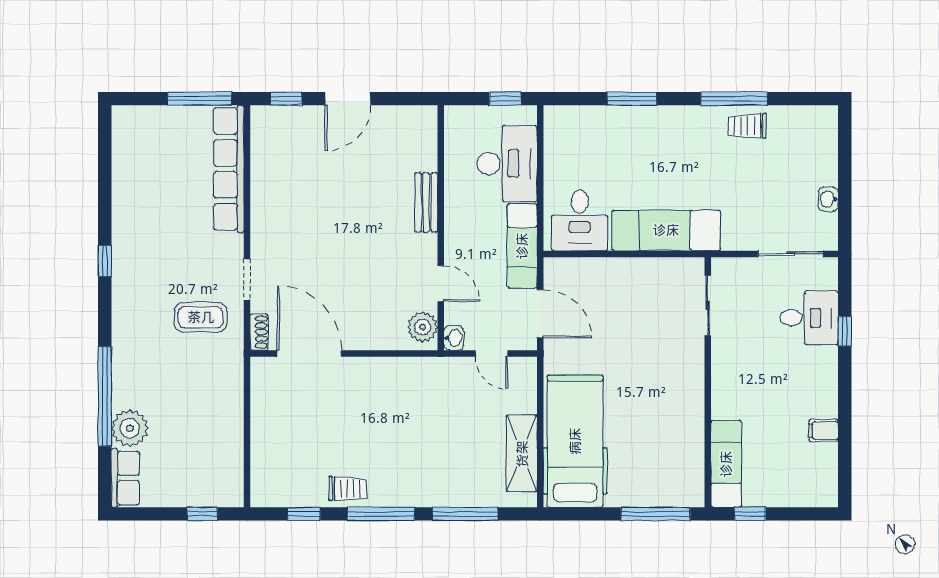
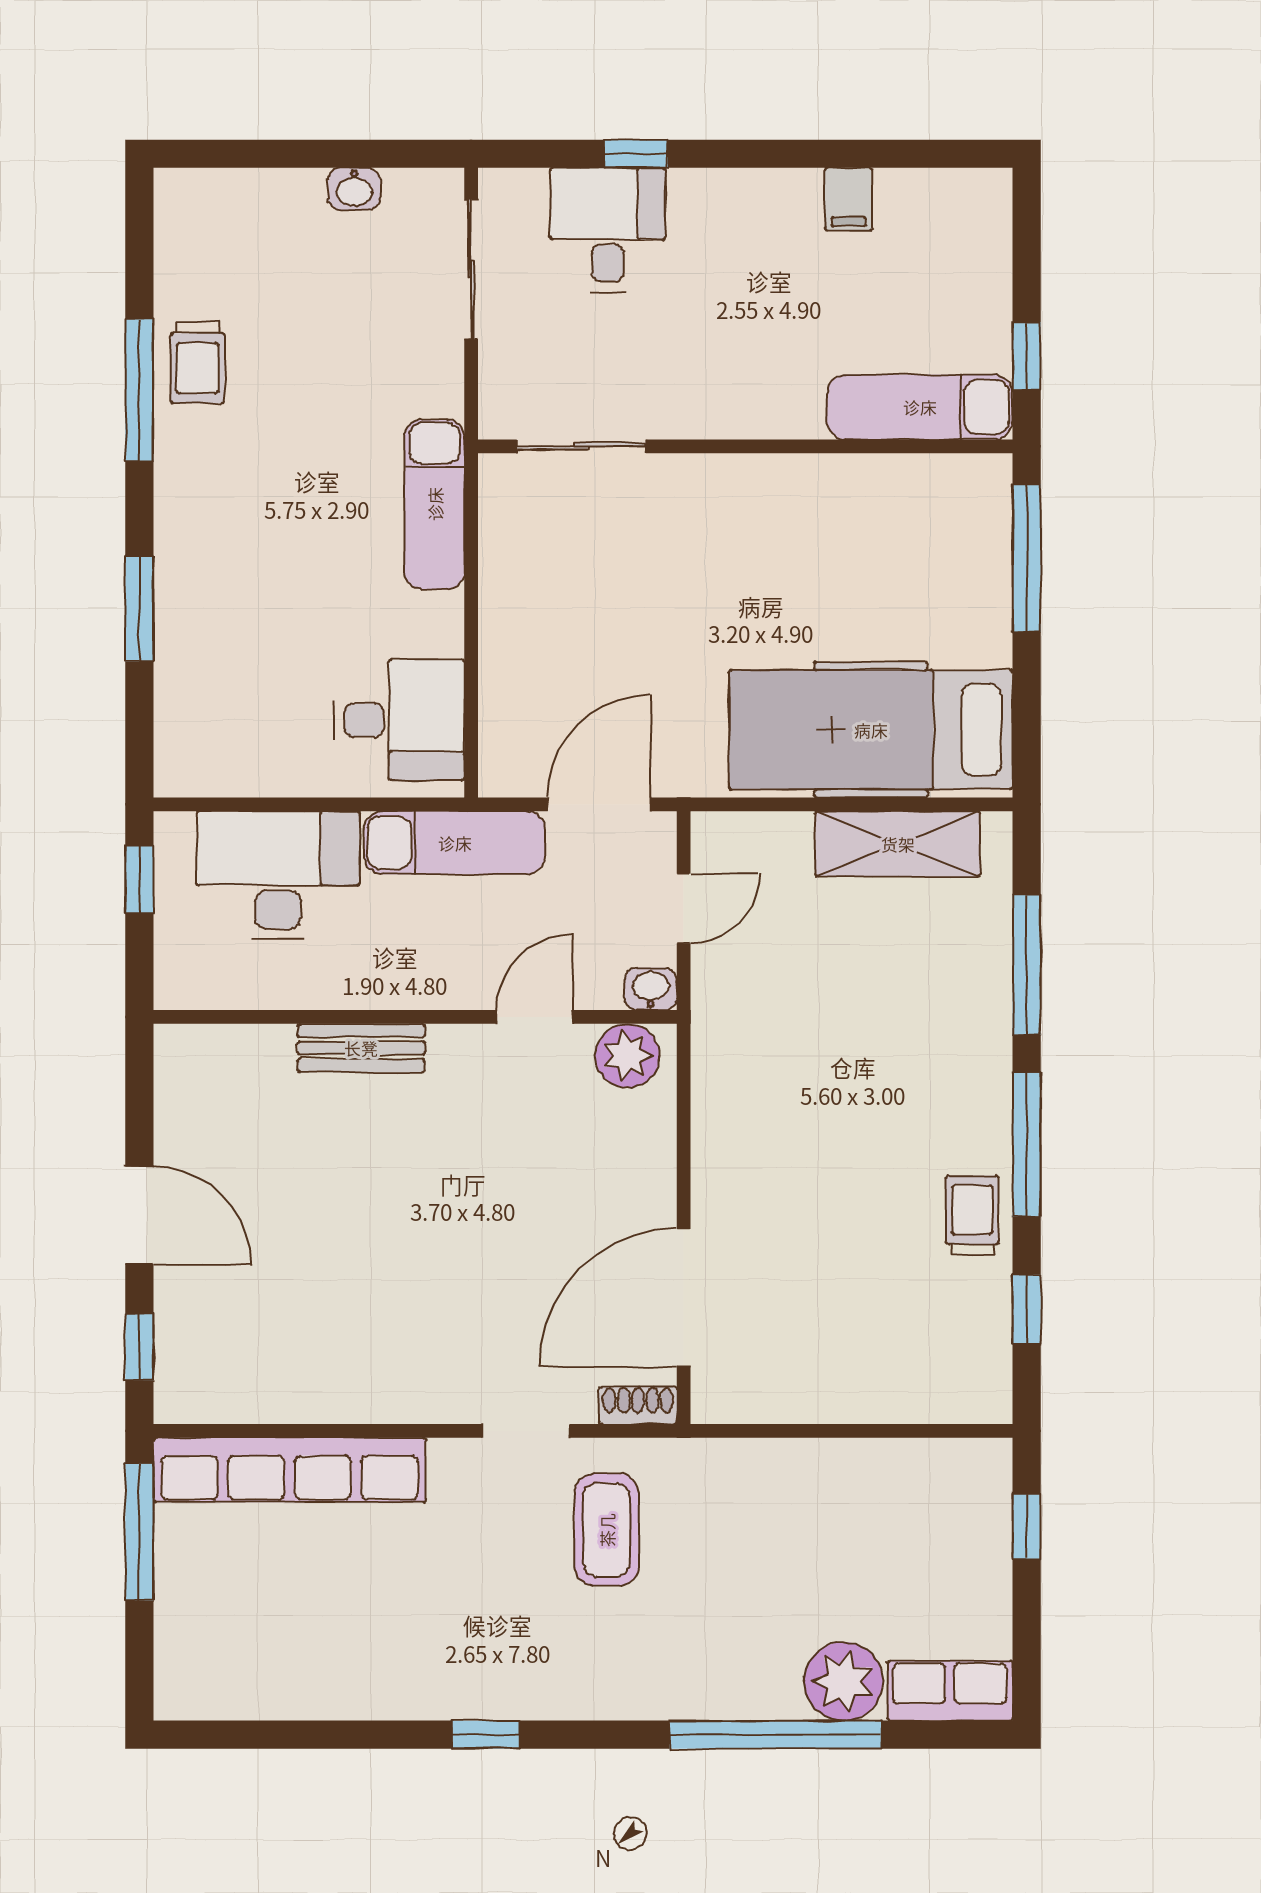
exam couch: (666, 230) -> (435, 504), width x0.73, depth x0.69

